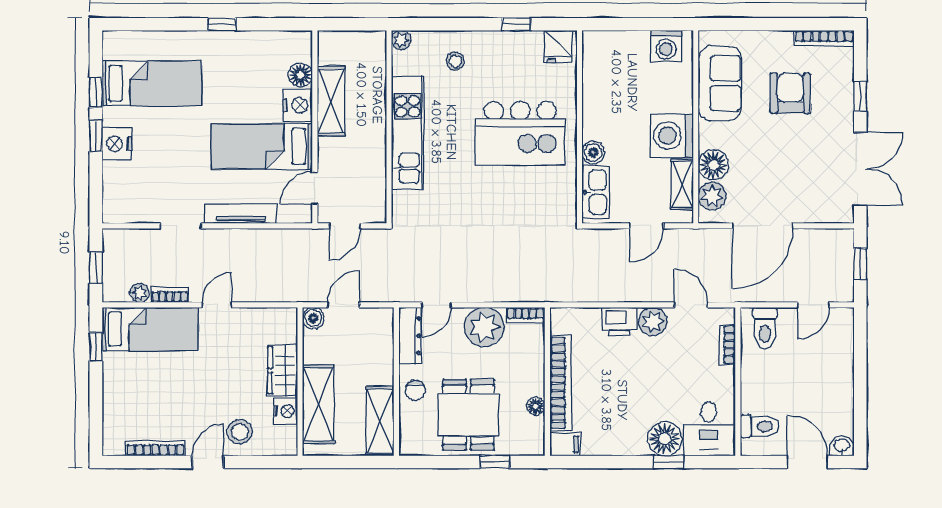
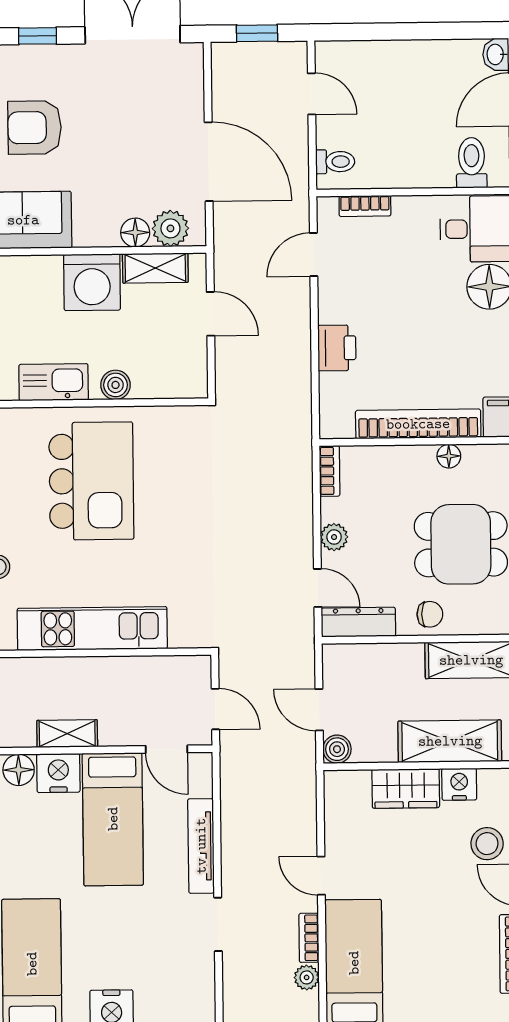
shelving: (331, 101) -> (67, 734), width x0.67, depth x0.75
floor lamp: (713, 165) -> (135, 233), width x0.73, depth x0.73
kitchen sink: (596, 192) -> (54, 382), moved
plant: (653, 322) -> (336, 304), removed
plant: (484, 327) -> (334, 537), width x0.53, depth x0.53
toilet: (765, 328) -> (335, 162), width x0.73, depth x0.72

